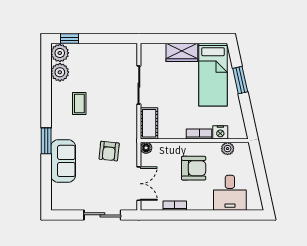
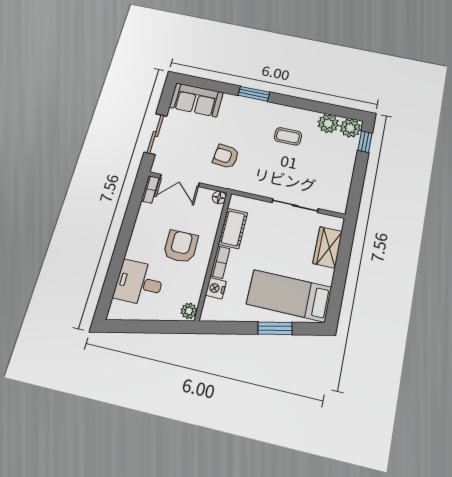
wardrobe: (182, 52) -> (328, 247), moved
cot: (149, 123) -> (233, 228), moved, turned 90
plant: (228, 149) -> (189, 311), moved
sofa: (63, 161) -> (196, 100), moved
armchair: (194, 168) -> (181, 246), turned 180
bookcase: (175, 206) -> (150, 189), moved

